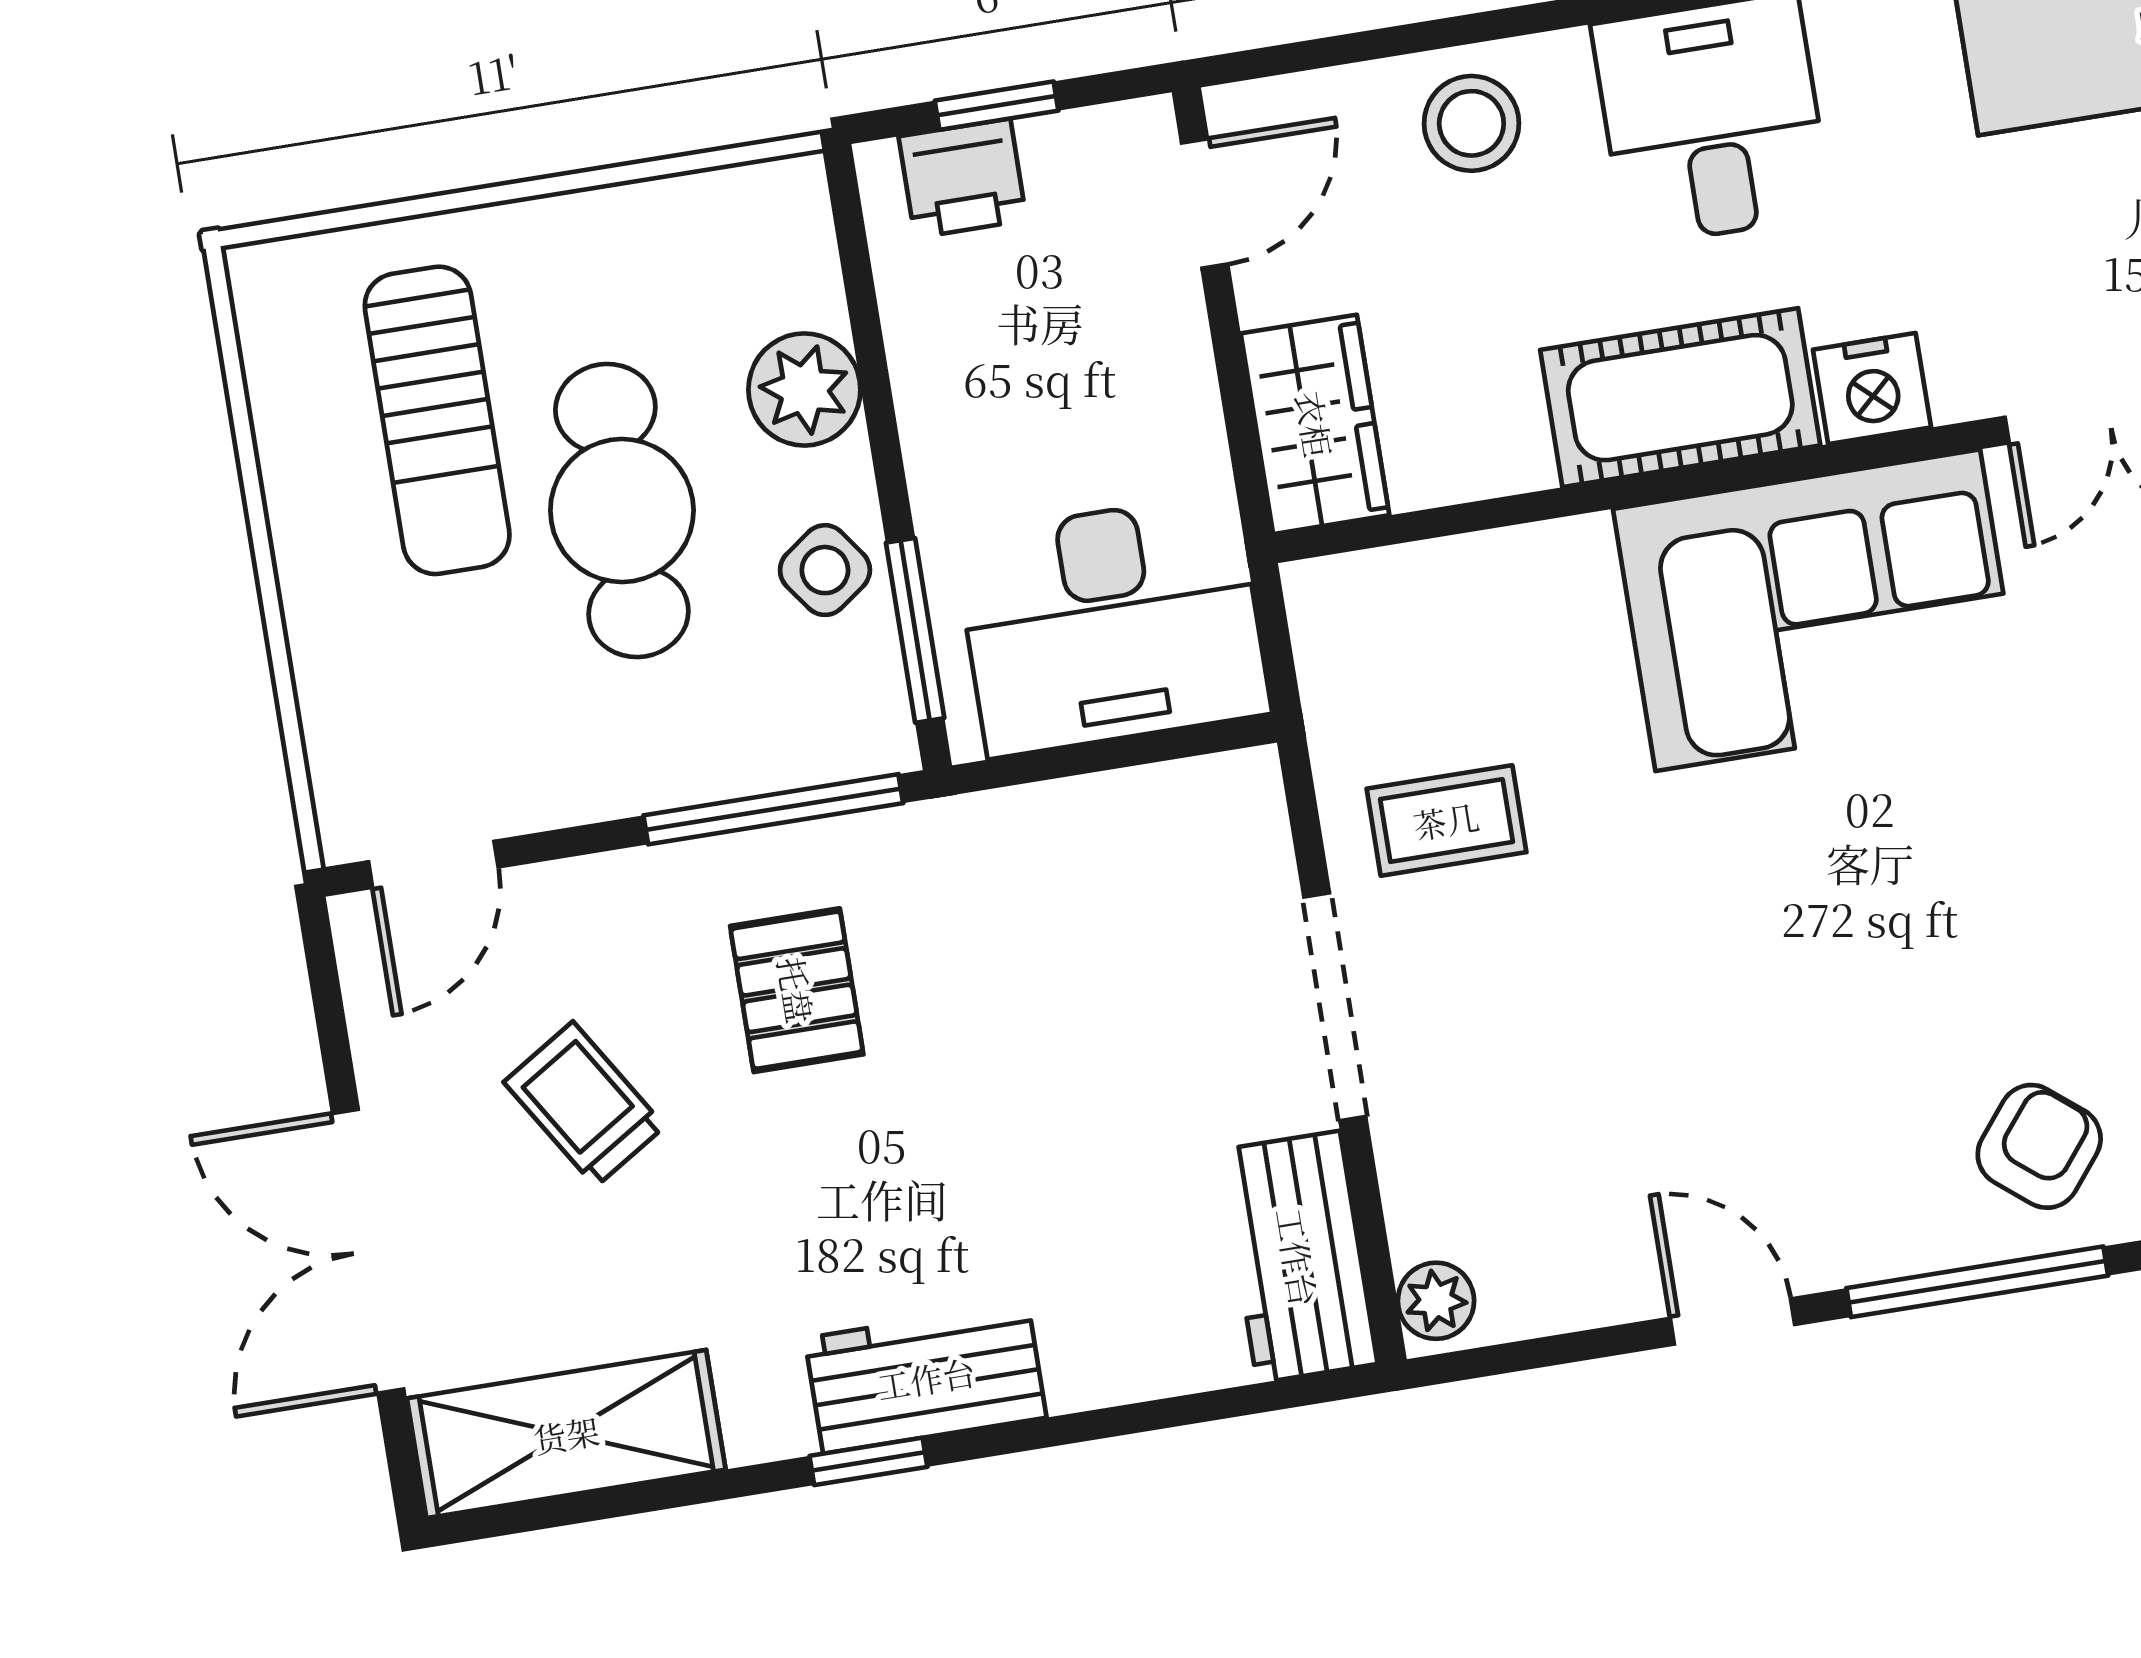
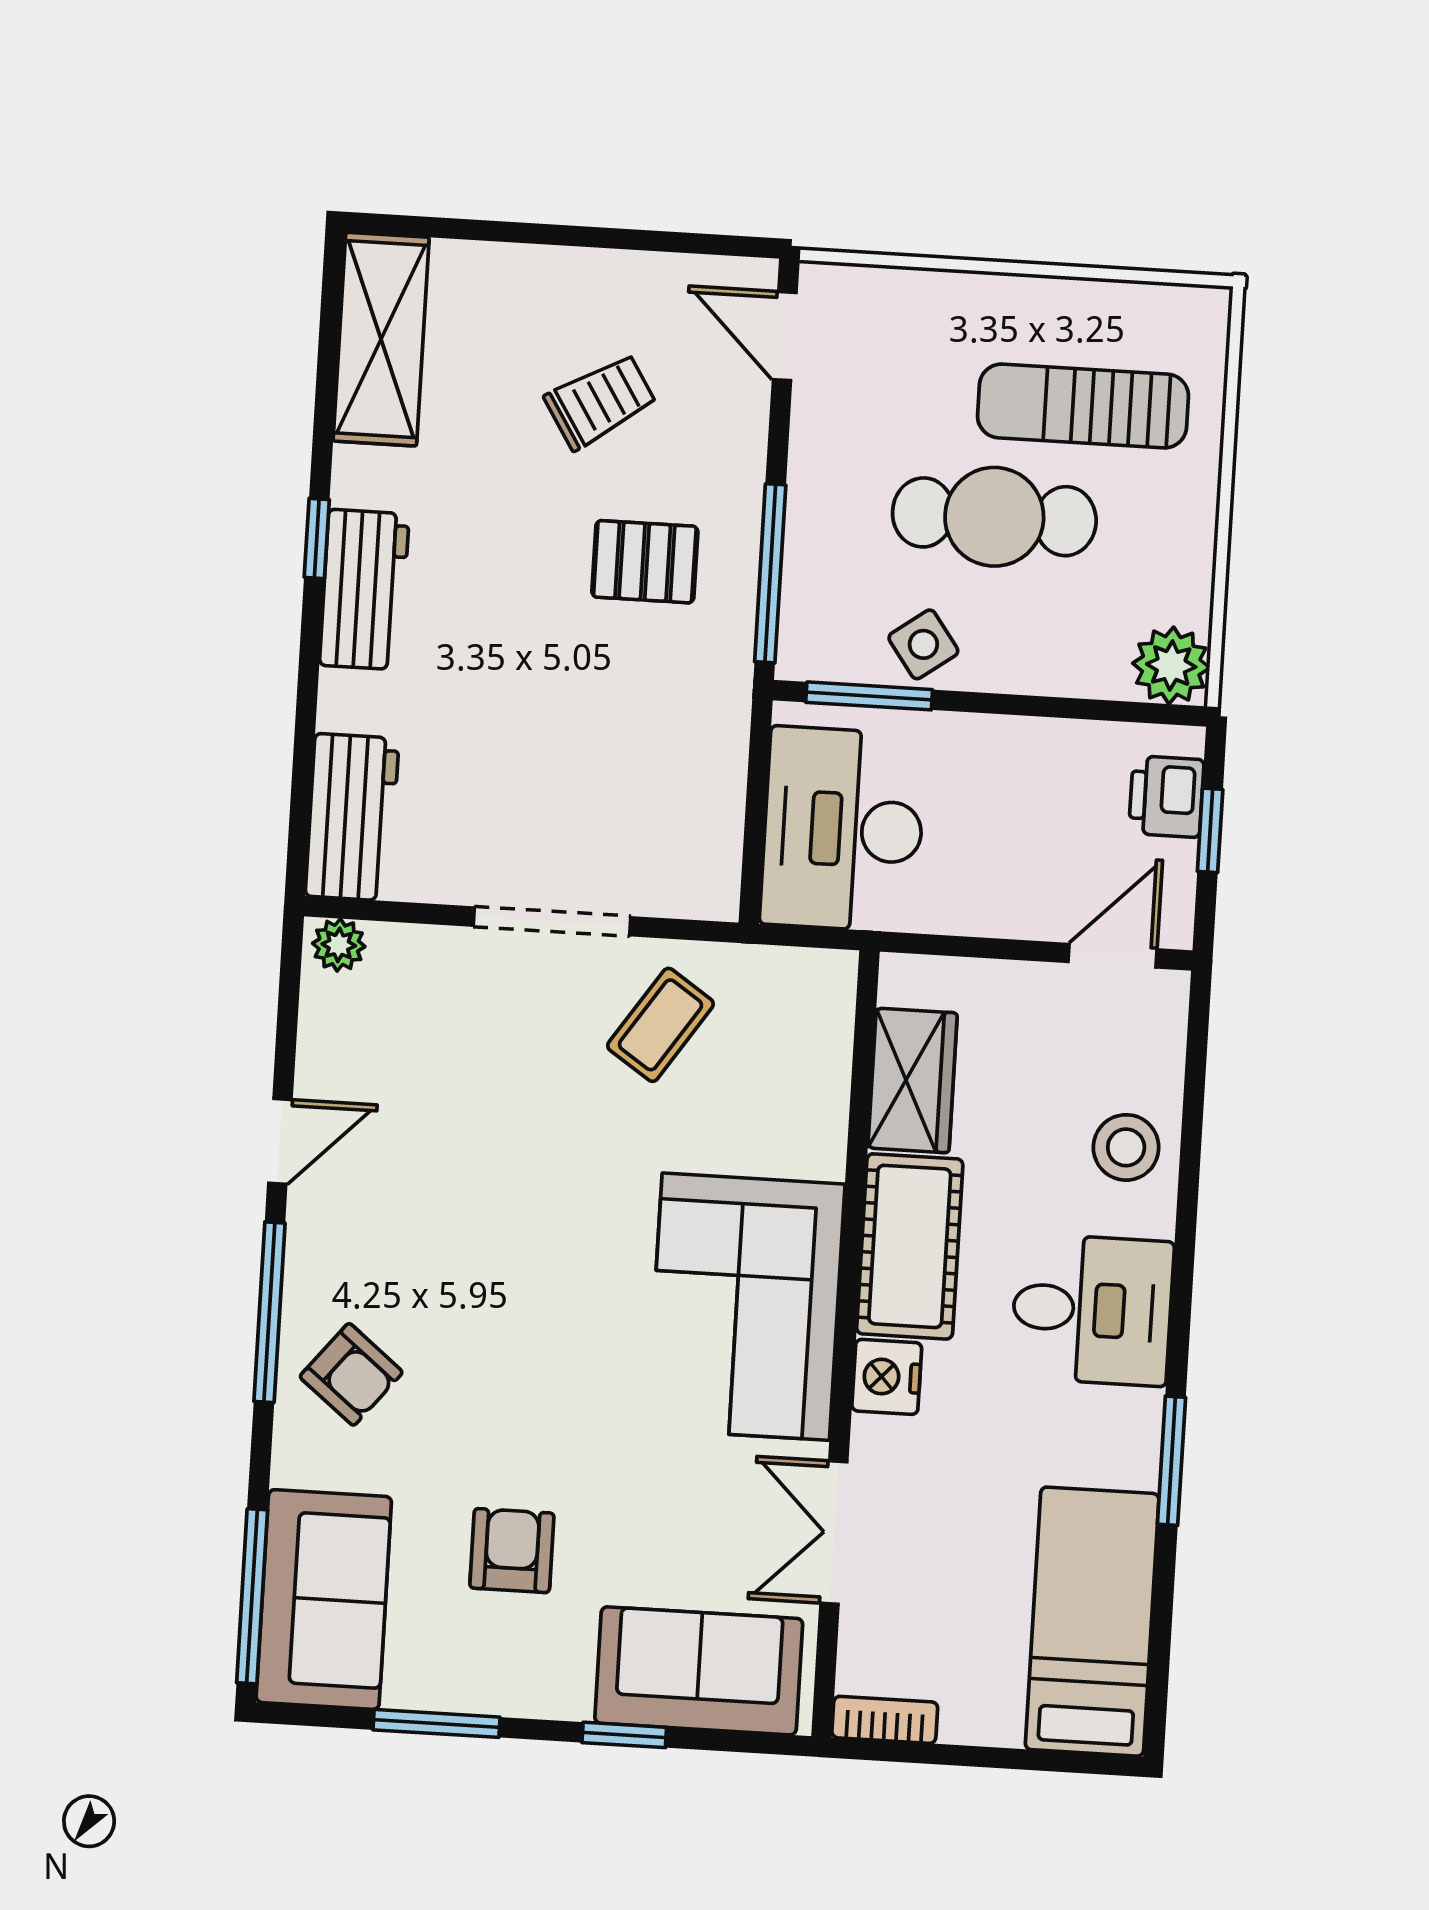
door: (1205, 204) -> (1113, 956), swing flipped
plant: (804, 389) -> (1171, 666), moved
wardrobe: (1315, 424) -> (913, 1080), moved, turned -90
coffee table: (1446, 820) -> (661, 1025), turned 34
double door: (368, 1251) -> (534, 234), removed
workbench: (1298, 1257) -> (352, 817), moved, turned 90

